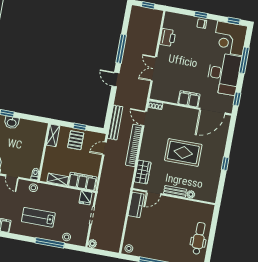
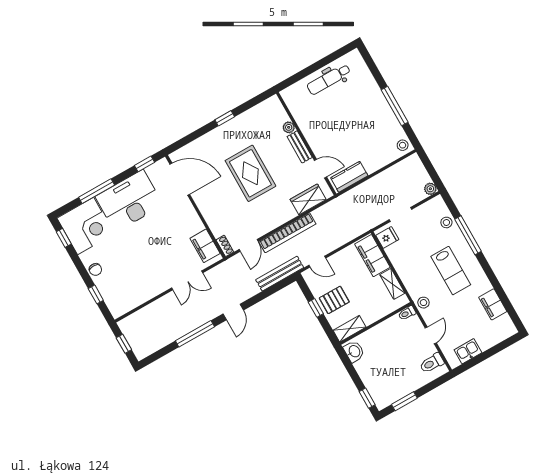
window: (201, 15) -> (96, 294), moved
printer: (168, 37) -> (141, 294), removed
filing cabinet: (189, 99) -> (205, 246), moved
washbasin: (12, 123) -> (354, 351), moved

